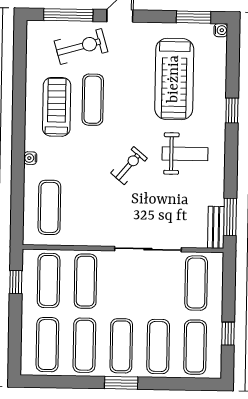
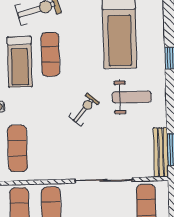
treadmill: (57, 107) -> (20, 62), turned 180
bench: (216, 227) -> (161, 152), width x1.36

